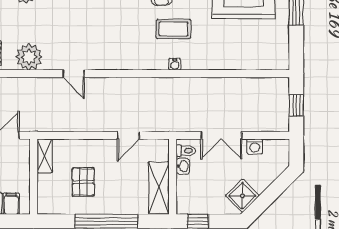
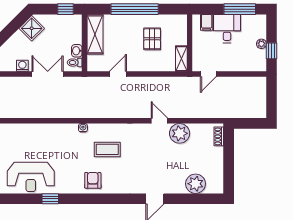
coffee table: (173, 29) -> (107, 149), moved
plant: (29, 57) -> (180, 133), moved

